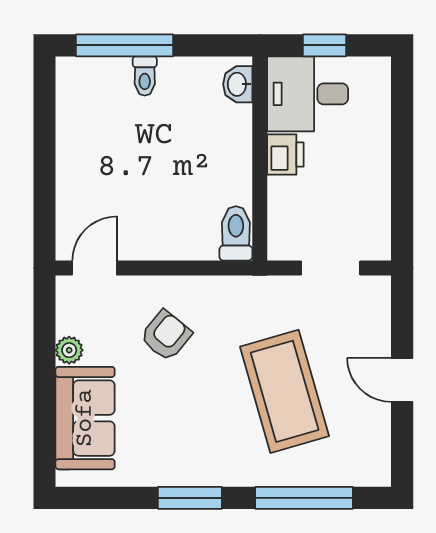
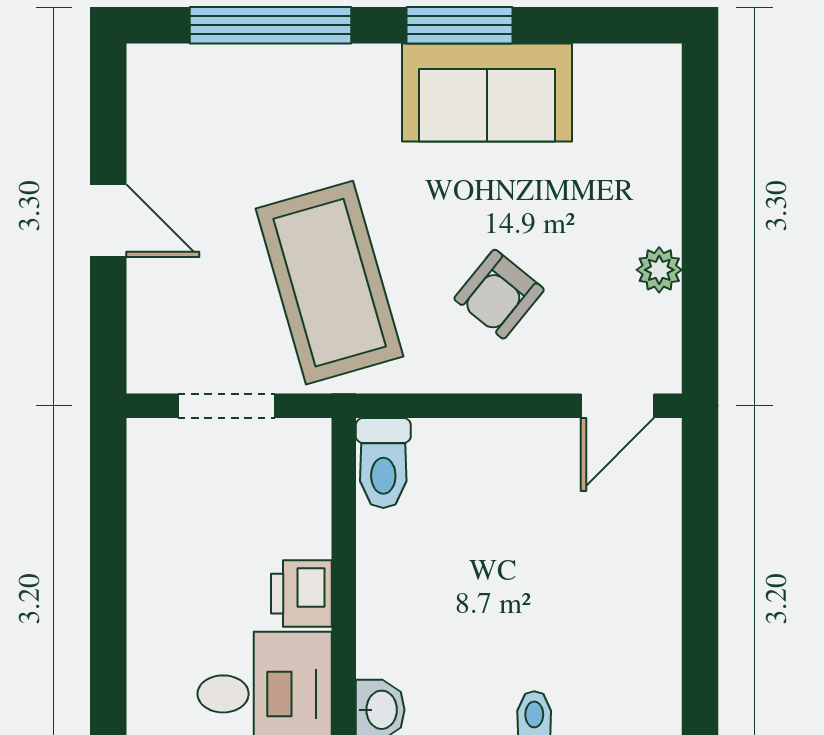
coffee table: (285, 391) -> (330, 283), moved
sofa: (85, 418) -> (487, 92), moved, turned -90

